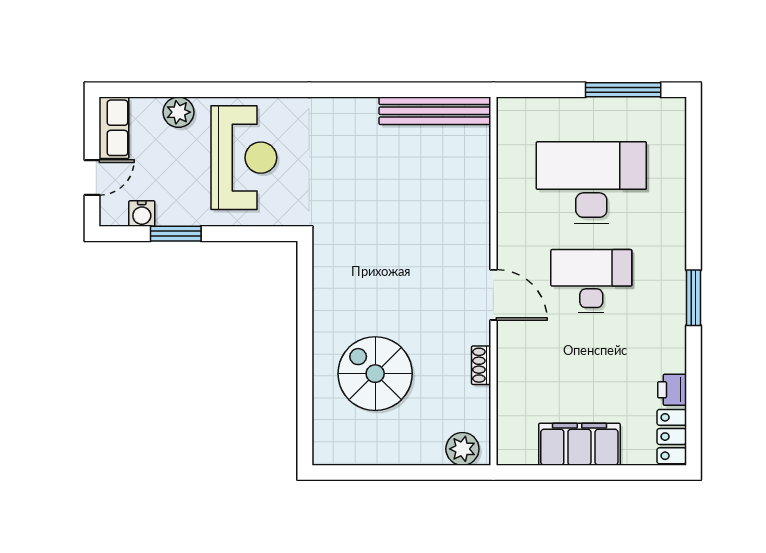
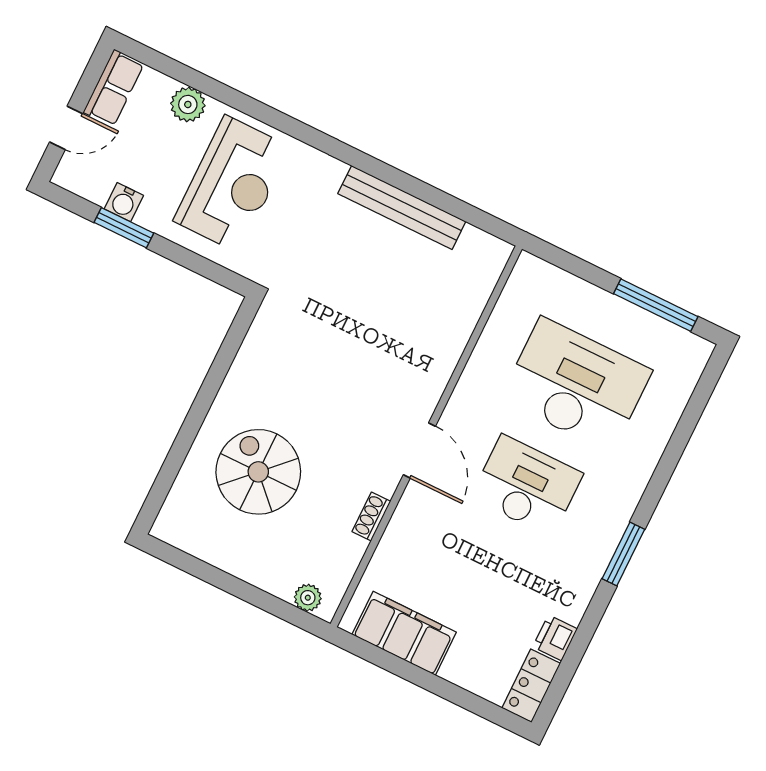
bench: (435, 111) -> (402, 207), moved
water cooler: (142, 214) -> (124, 202), moved
filing cabinet: (579, 444) -> (404, 633), moved
plant: (462, 449) -> (308, 598), width x0.73, depth x0.73

